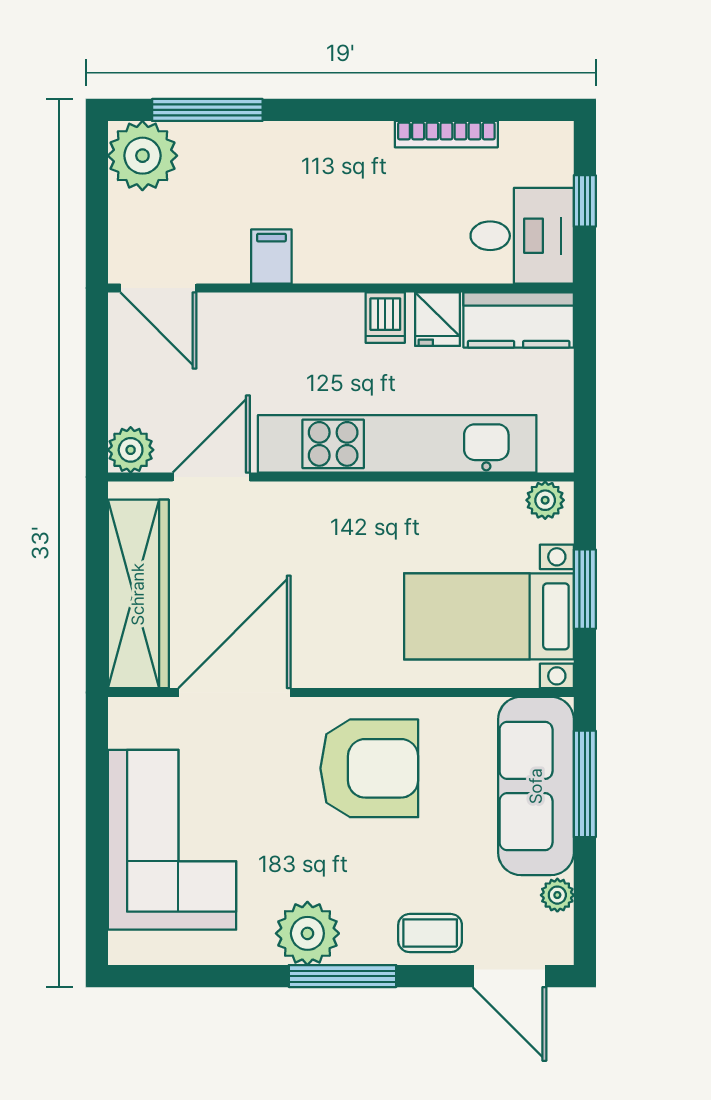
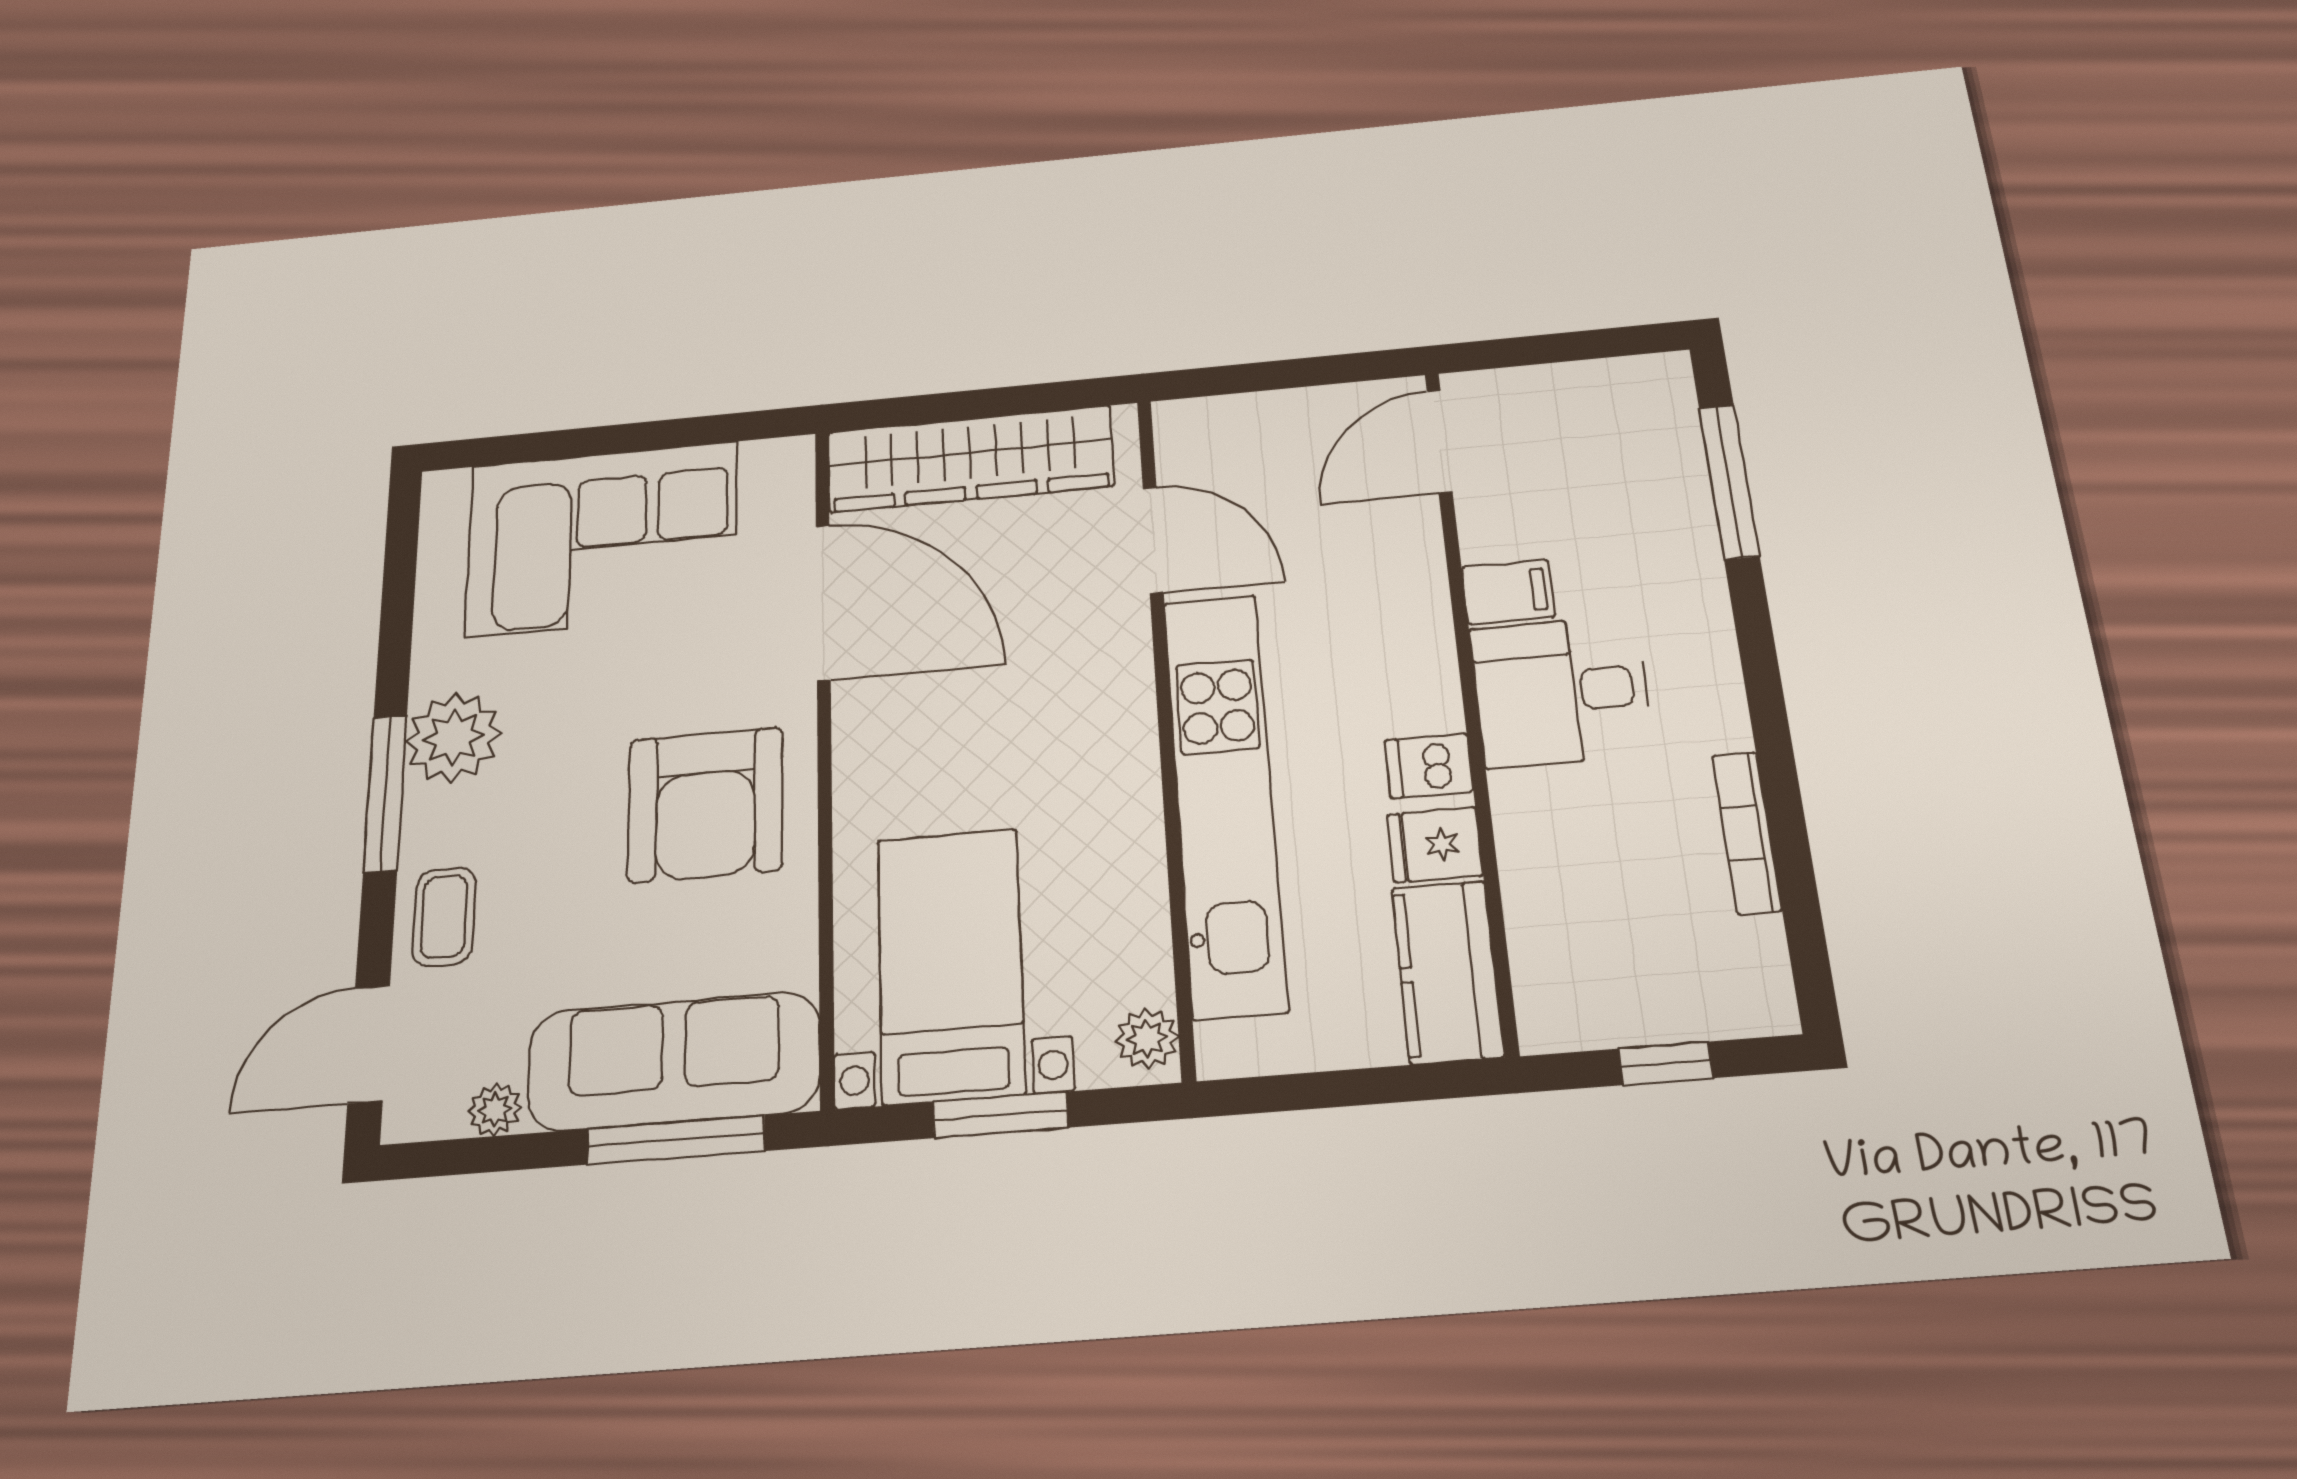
plant: (142, 156) -> (1643, 400), removed
desk: (522, 236) -> (1561, 691), moved, turned 90
plant: (131, 450) -> (1187, 428), removed

